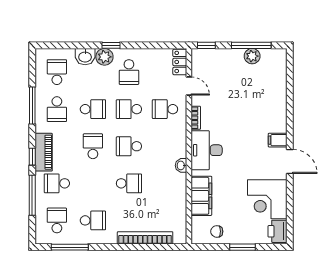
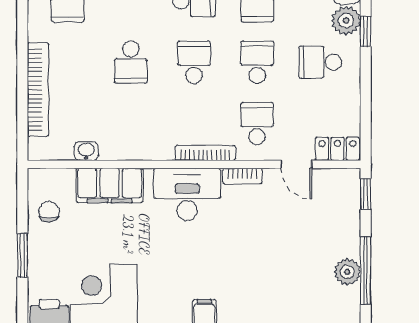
door: (189, 86) -> (296, 164), hinge flipped
bookcase: (182, 140) -> (205, 153), added
washbasin: (181, 165) -> (86, 151), moved

